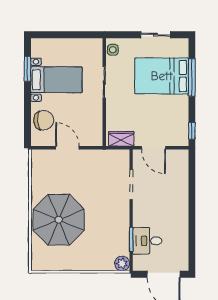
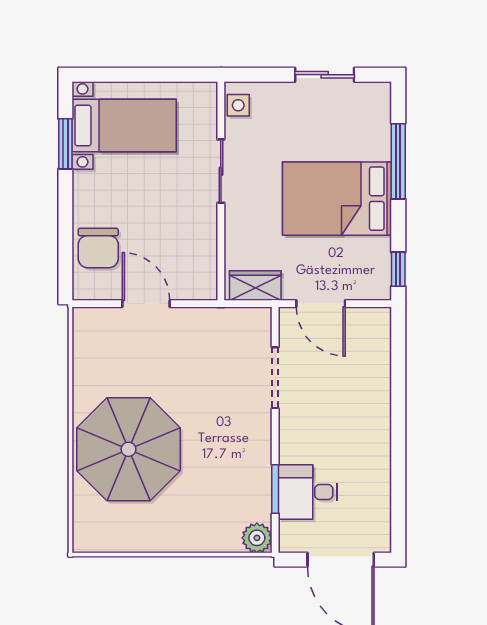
bed: (162, 76) -> (337, 199), moved
bed with nightstands: (56, 80) -> (124, 125), moved
chair: (44, 120) -> (98, 248), turned 94

